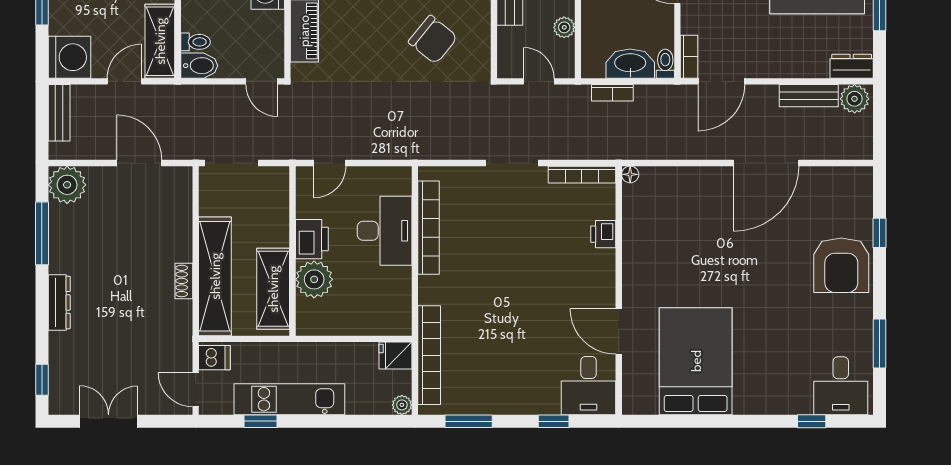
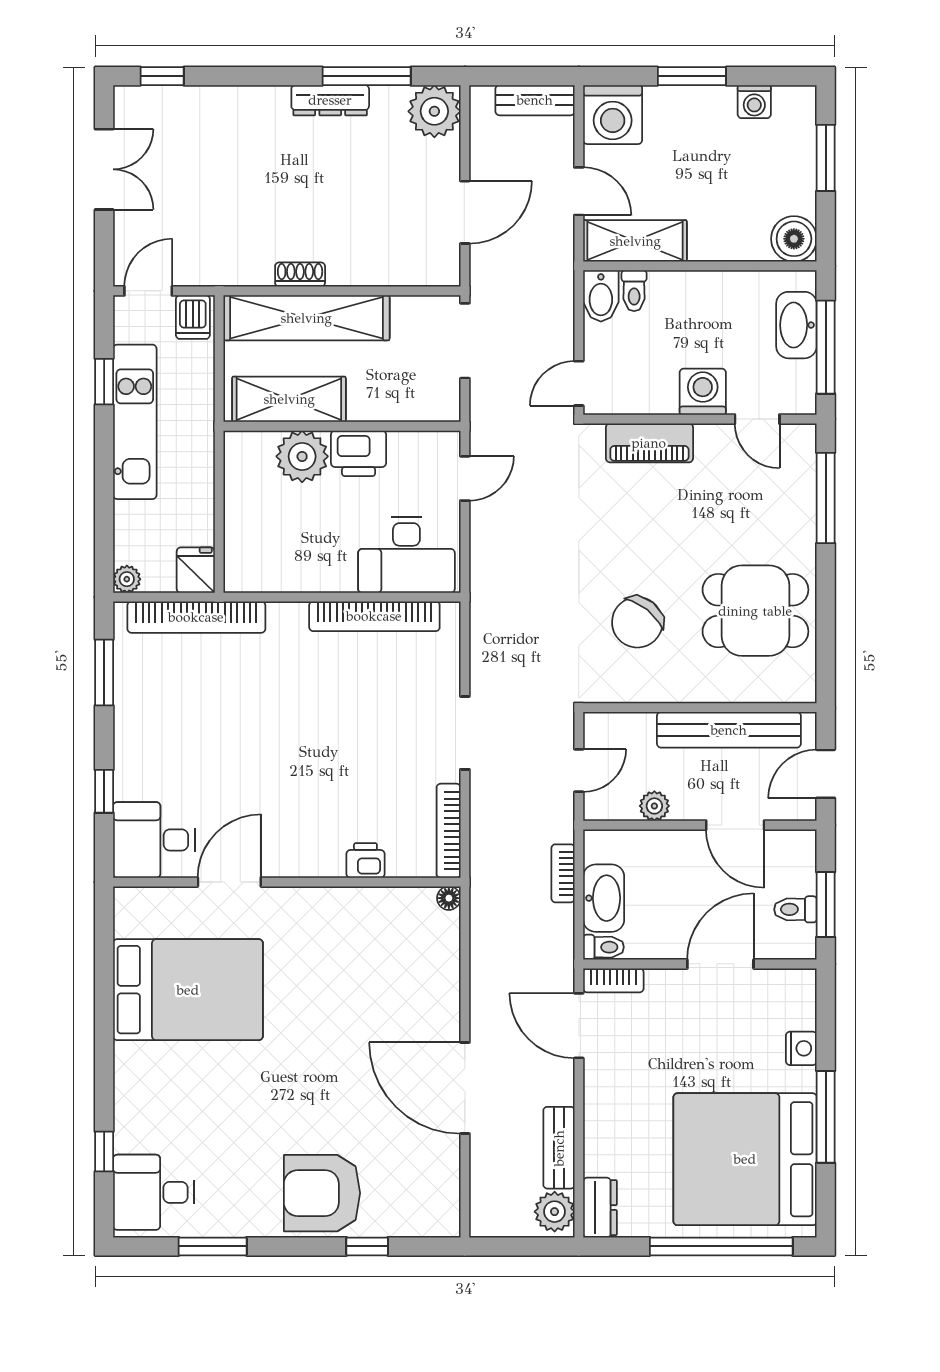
door: (330, 163) -> (465, 478), swing flipped
desk: (385, 231) -> (406, 555), moved
dresser: (59, 302) -> (330, 100), moved

